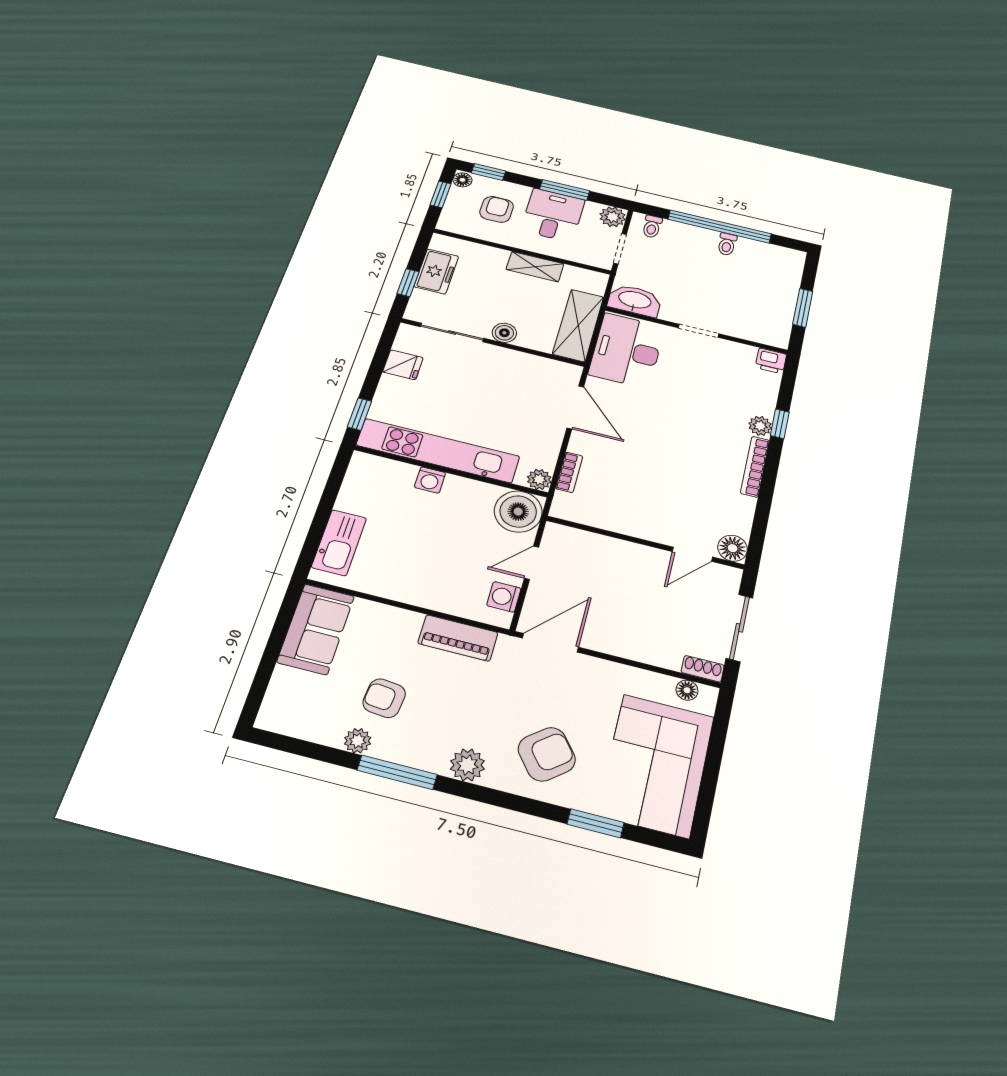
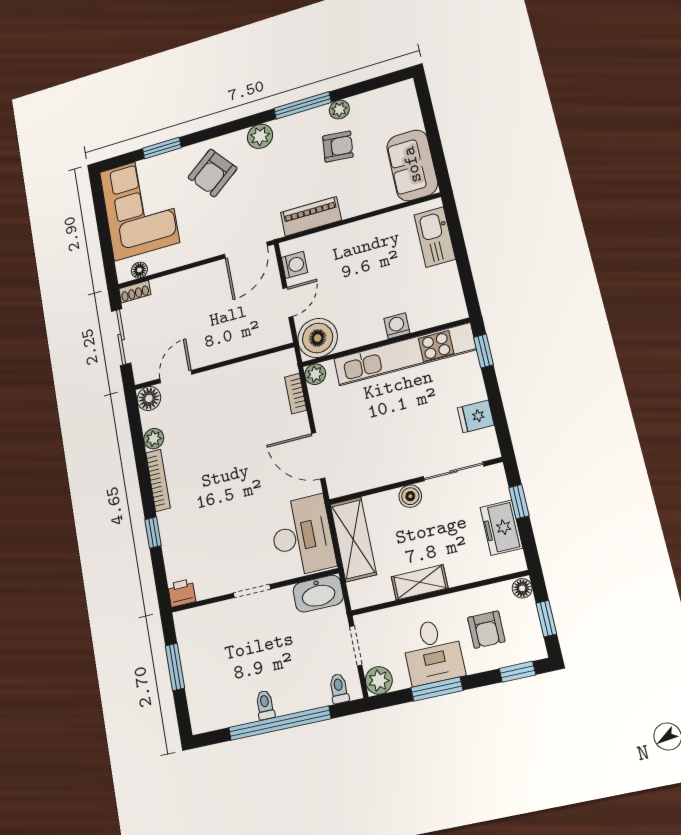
floor lamp: (462, 180) -> (522, 588), moved
plant: (760, 426) -> (154, 439), moved

